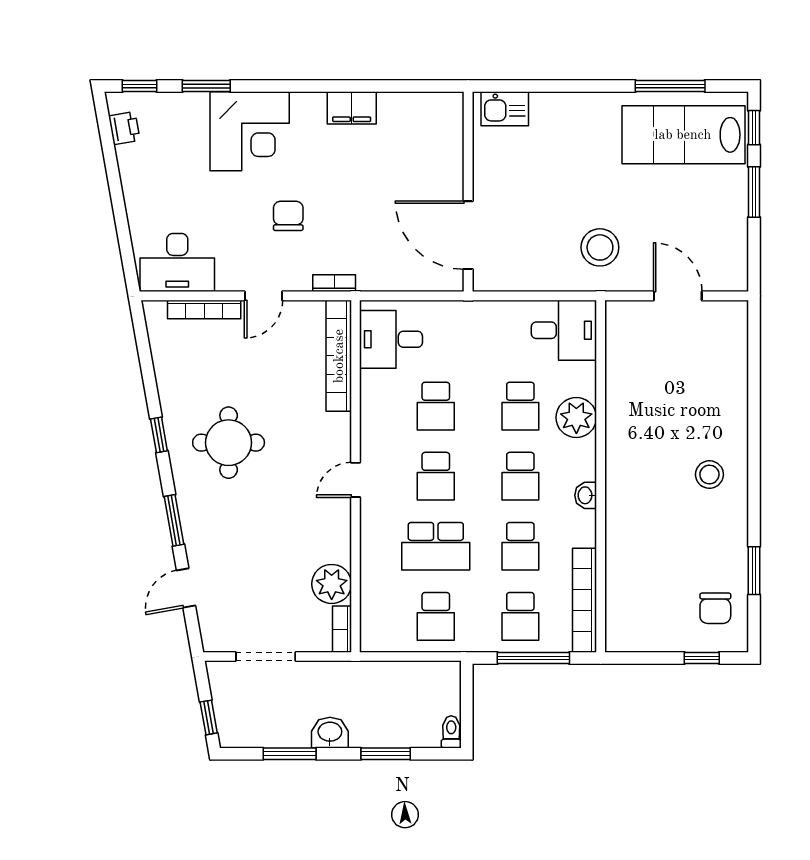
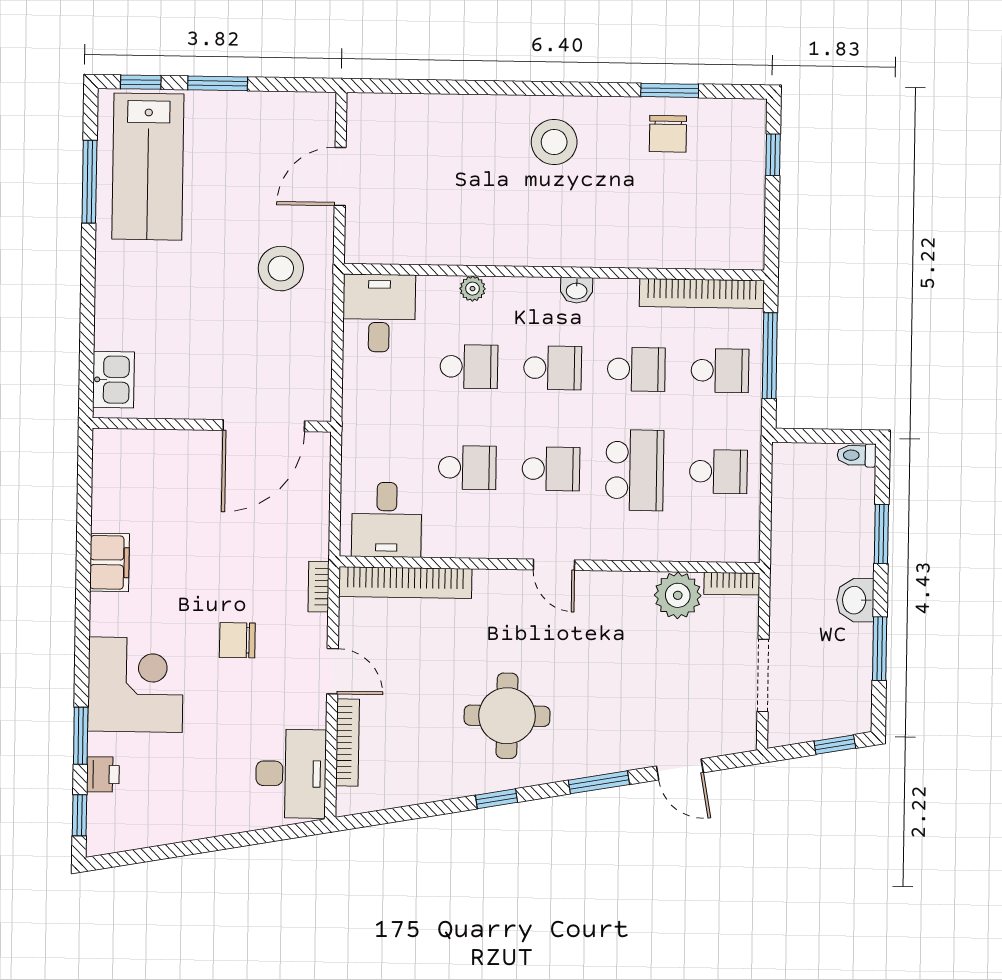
printer: (124, 128) -> (103, 774), moved, turned 100
plant: (576, 418) -> (473, 289), width x0.53, depth x0.53
stool: (709, 475) -> (554, 142), width x1.38, depth x1.38
chair: (715, 608) -> (668, 134), moved, turned 90

